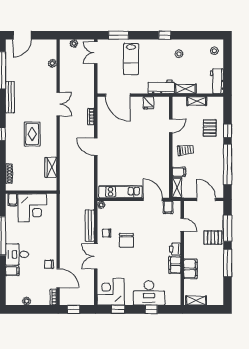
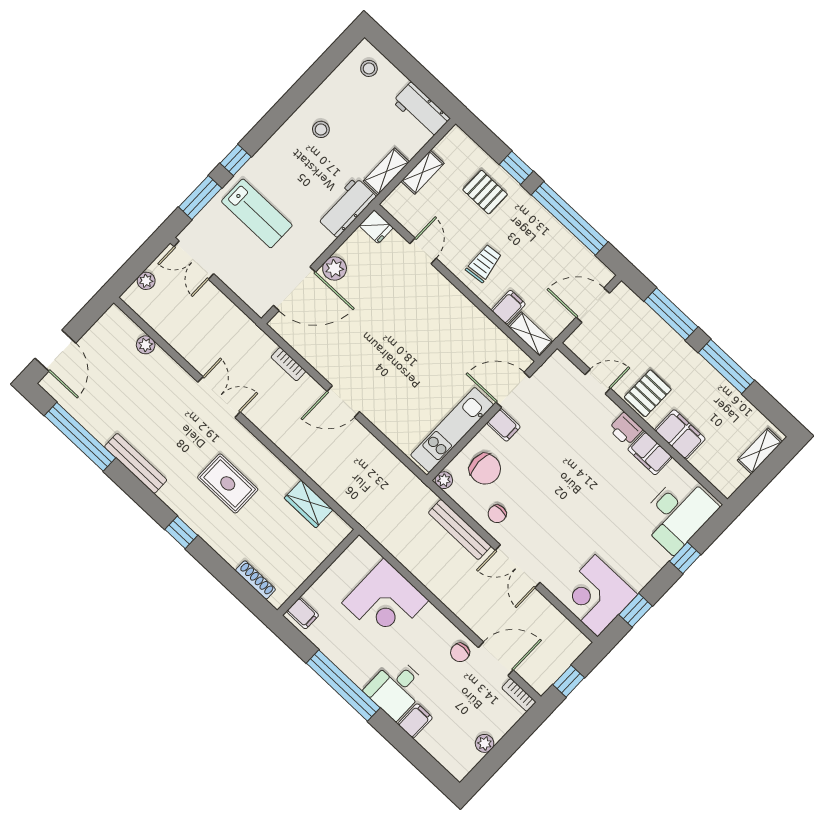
window: (165, 35) -> (236, 160), moved
plant: (137, 102) -> (335, 268), added
fridge: (148, 103) -> (376, 227), moved
filing cabinet: (168, 207) -> (504, 425), moved
corner desk: (32, 208) -> (385, 602), moved, turned 90
pallet: (213, 238) -> (648, 393), moved
chair: (126, 240) -> (485, 469), moved
desk: (149, 293) -> (678, 513), moved
shelving: (196, 301) -> (760, 451), moved

